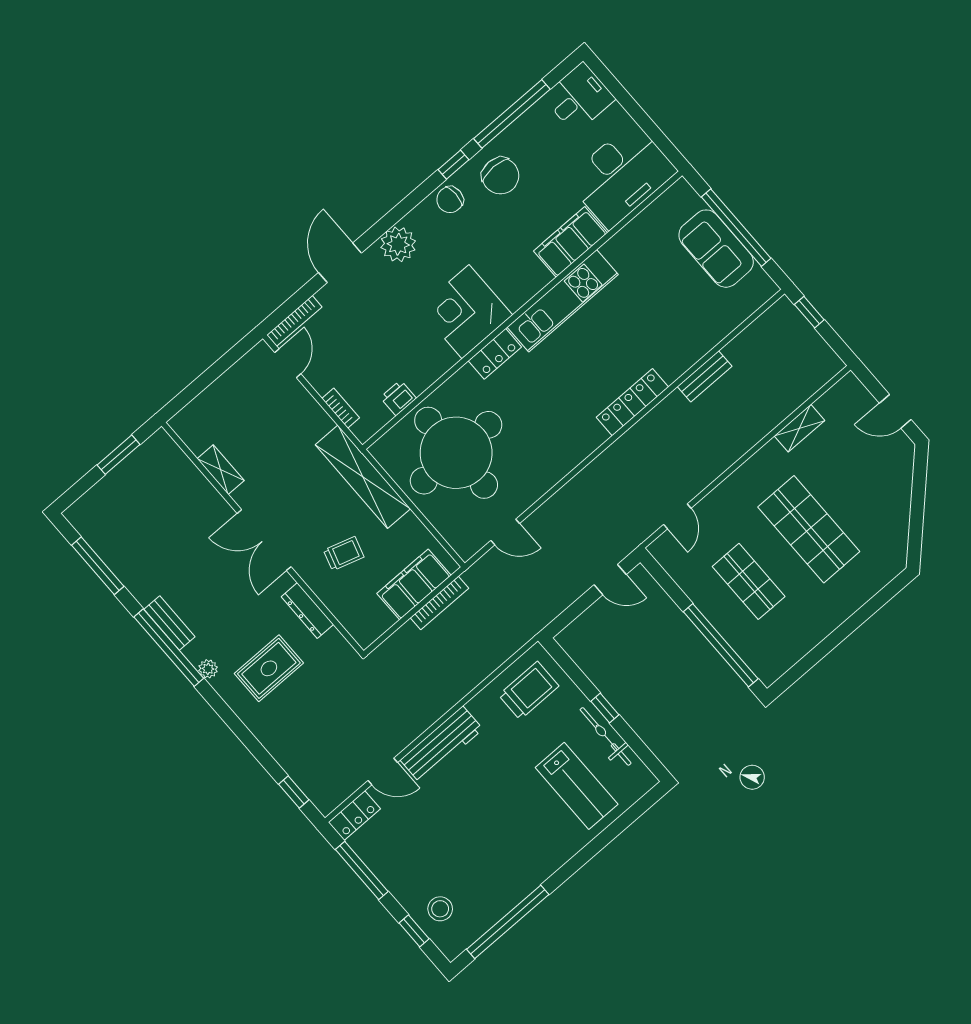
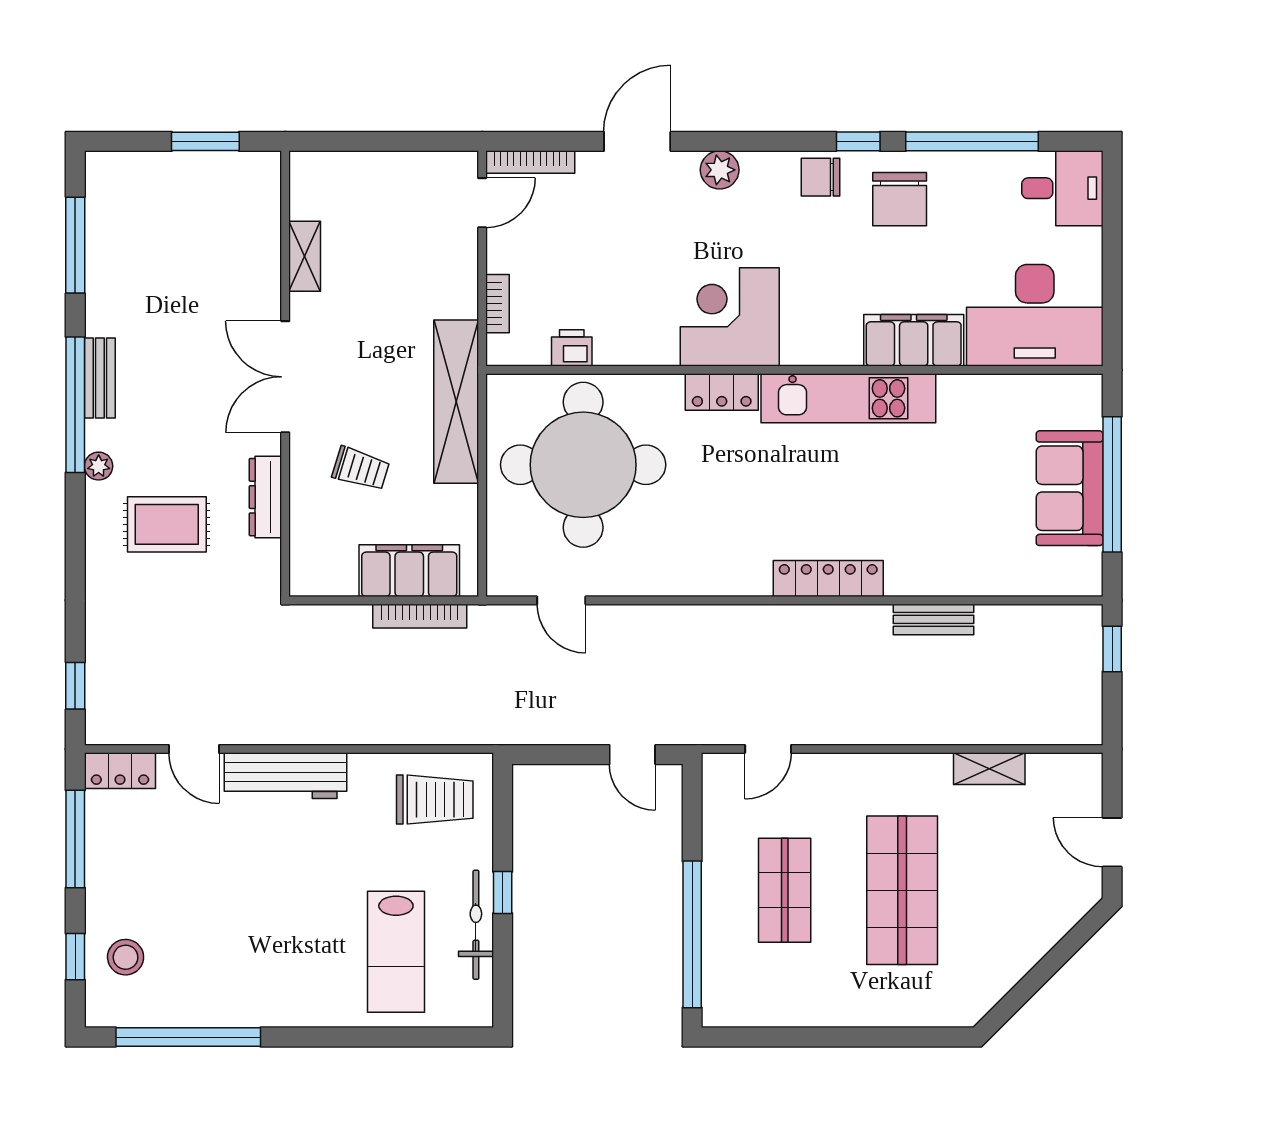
plant: (398, 244) -> (720, 170), width x0.73, depth x0.73

